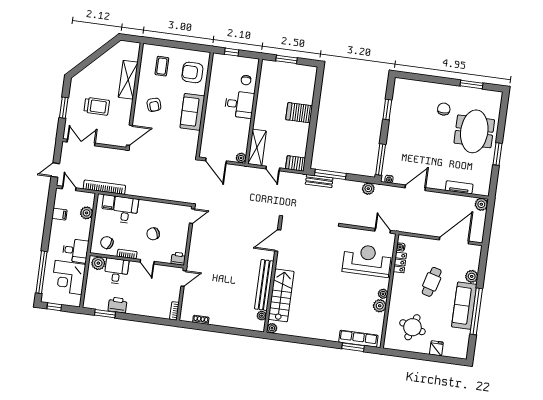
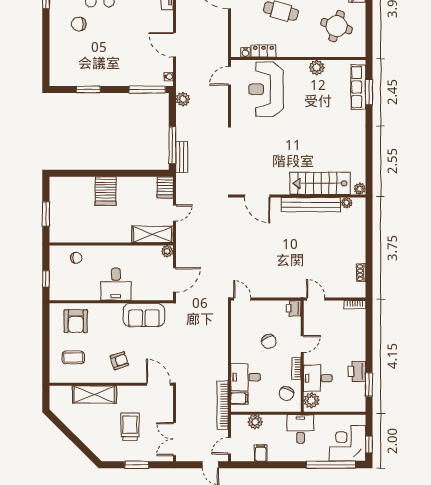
desk: (239, 104) -> (116, 284), moved, turned 180
sofa: (192, 112) -> (144, 315), moved
corner desk: (69, 278) -> (348, 443), moved, turned 180
plant: (383, 294) -> (302, 66), removed

